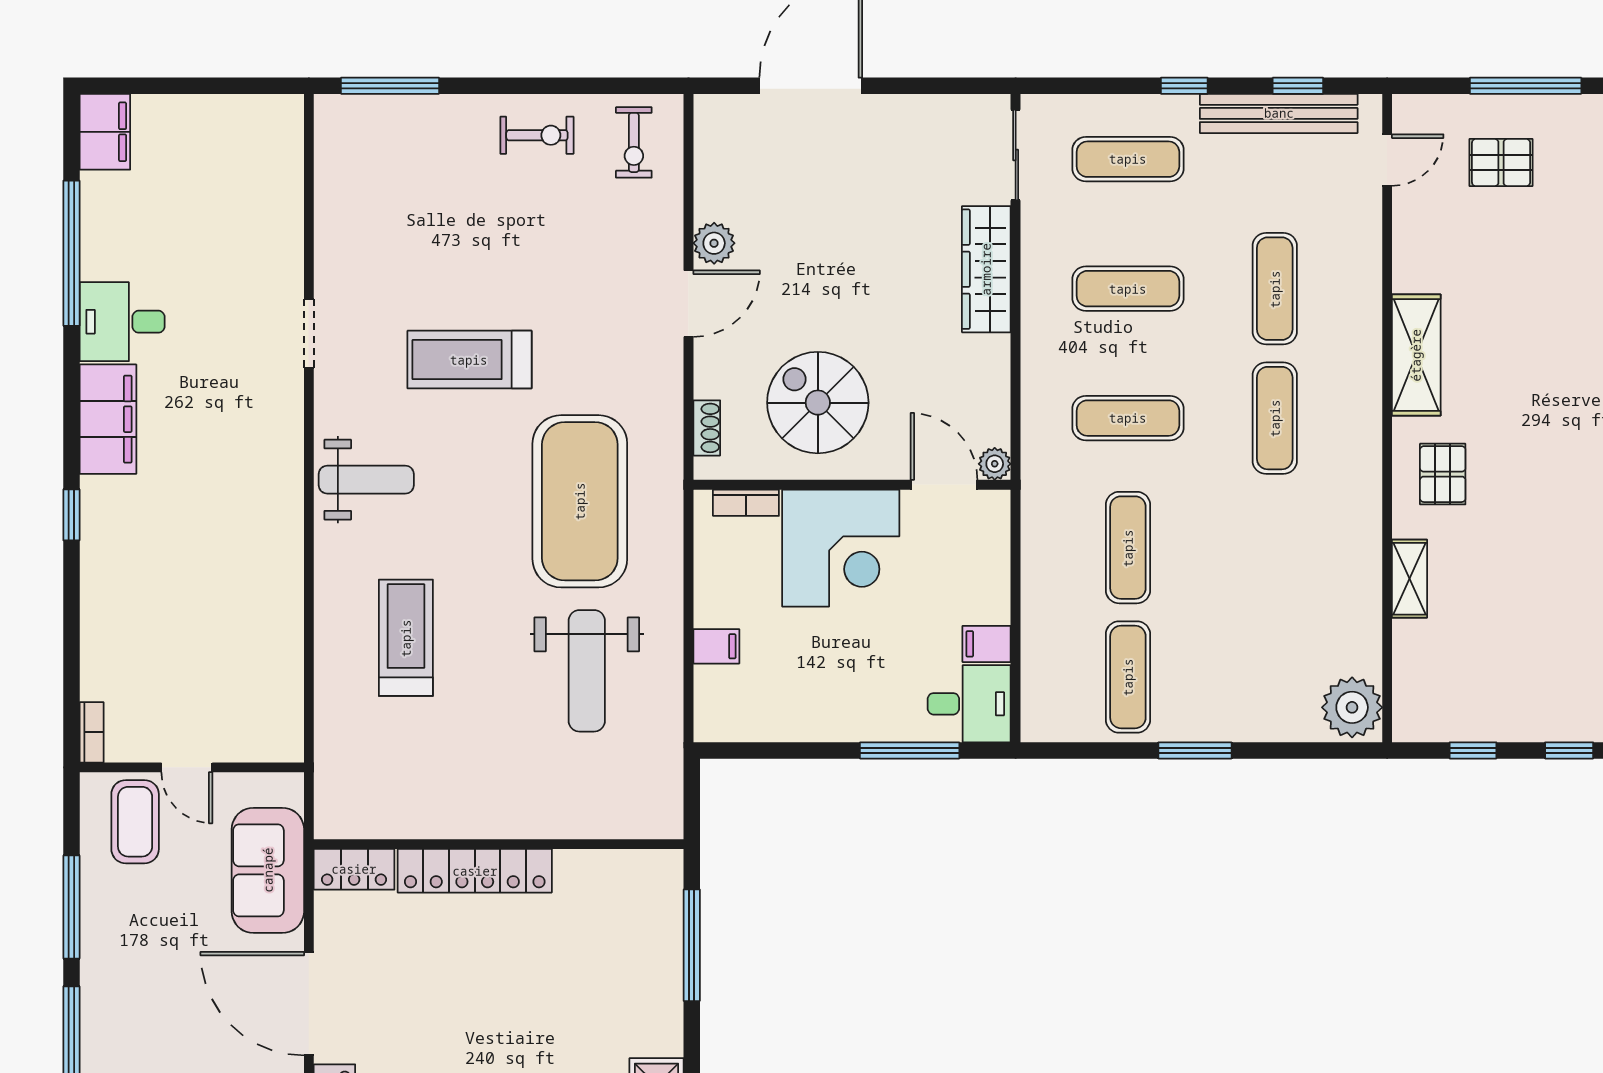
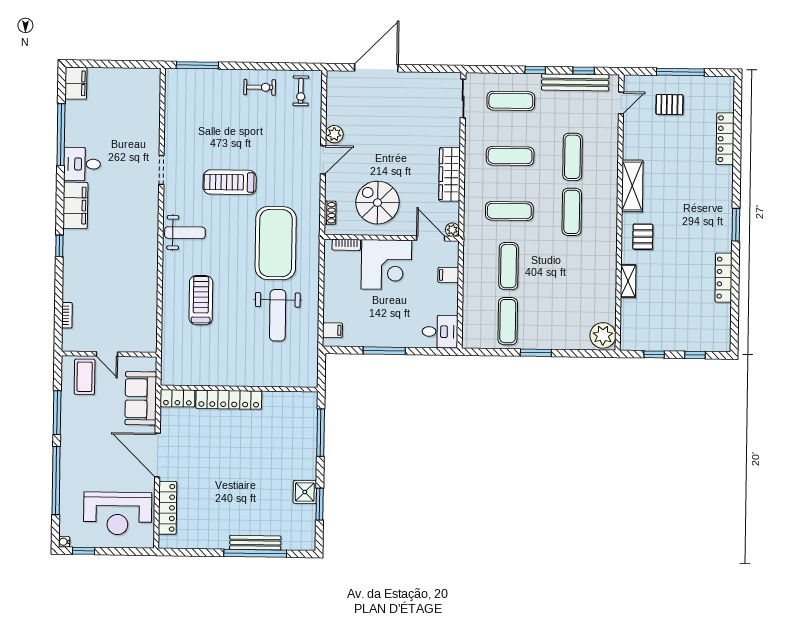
wardrobe: (986, 269) -> (450, 174), moved
filing cabinet: (987, 644) -> (448, 275), moved
filing cabinet: (716, 646) -> (333, 330), moved
bookcase: (92, 732) -> (67, 315), moved
window: (910, 750) -> (384, 351), moved

